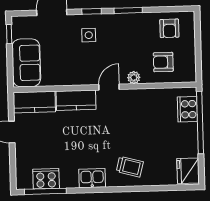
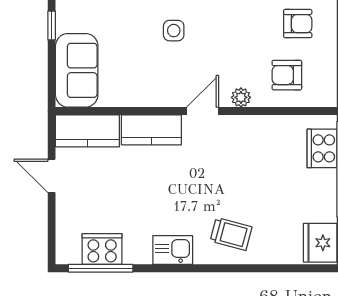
armchair: (169, 28) -> (298, 24), turned -90

